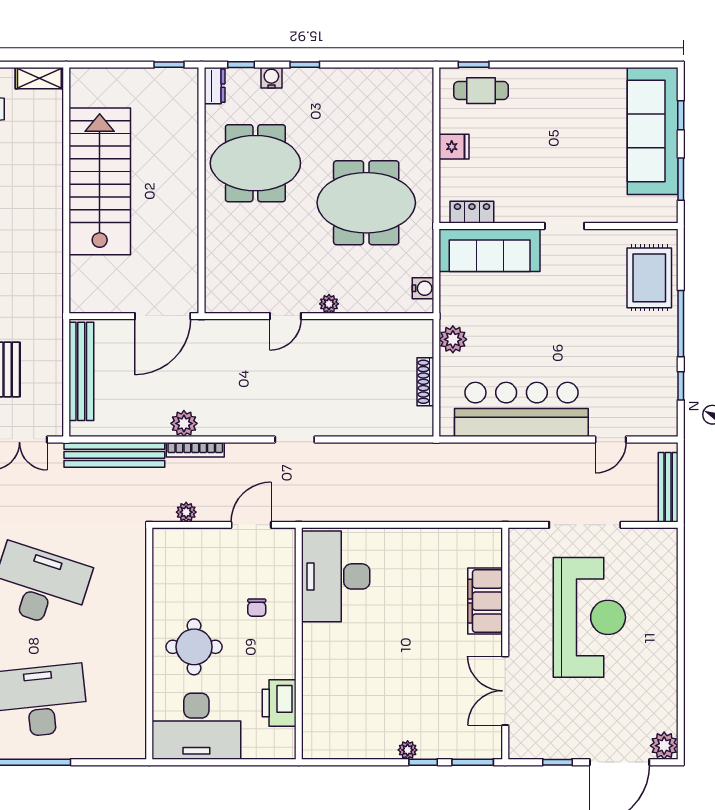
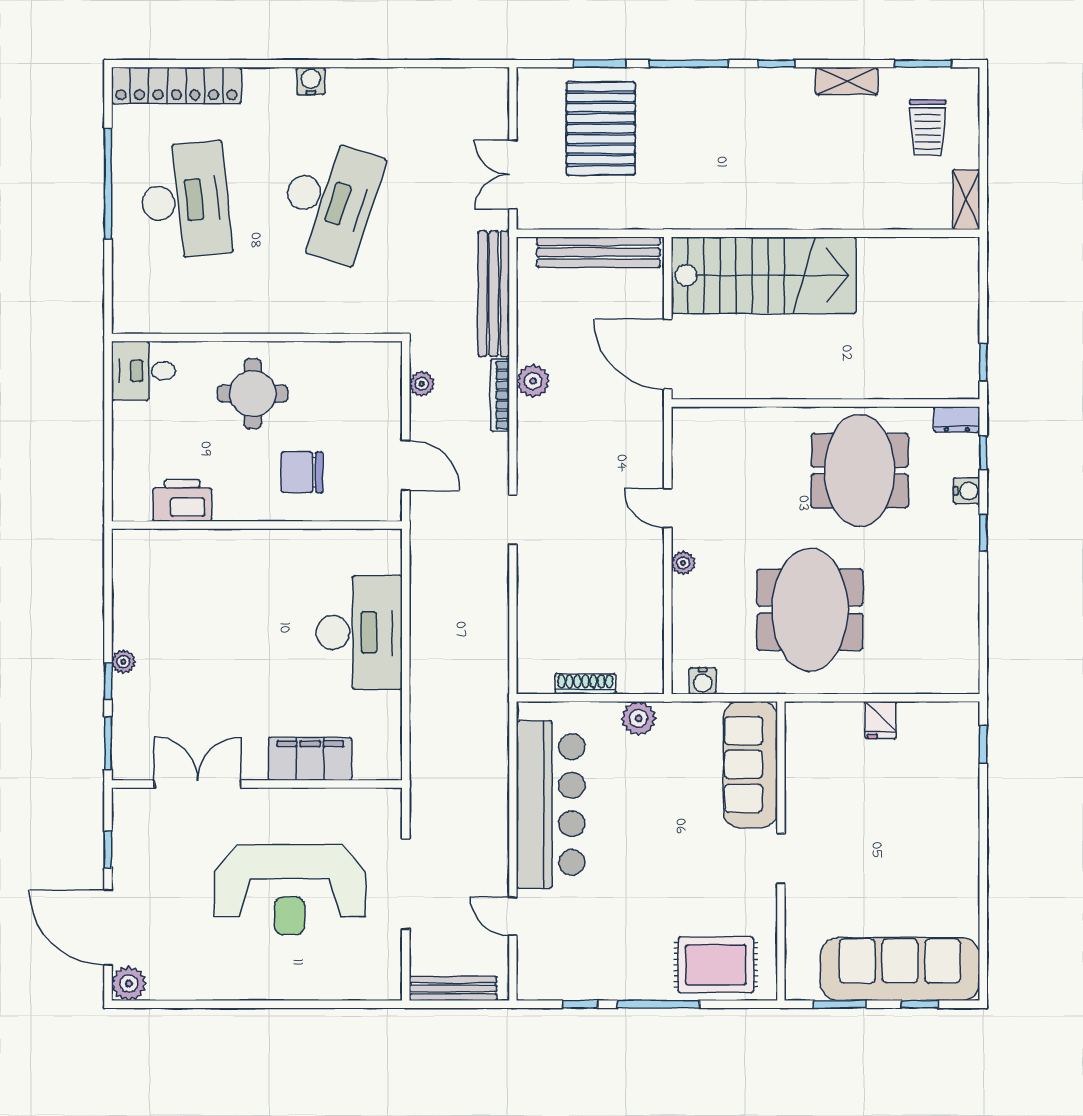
cafe table: (481, 91) -> (951, 754), removed
stairs: (100, 181) -> (763, 275), moved
locker: (472, 212) -> (798, 742), removed
desk: (336, 576) -> (359, 633), moved, turned 90
chair: (257, 608) -> (302, 472), width x1.87, depth x1.87
desk: (196, 726) -> (144, 371), width x0.53, depth x0.77

